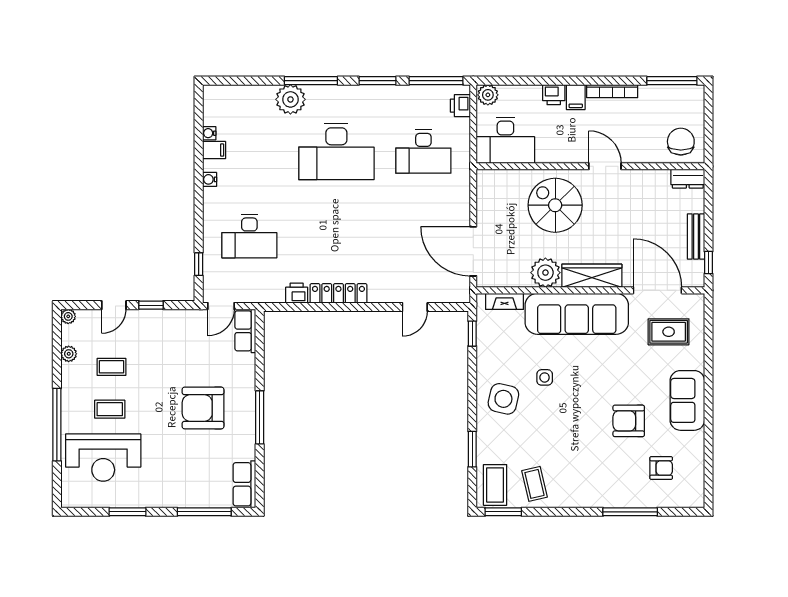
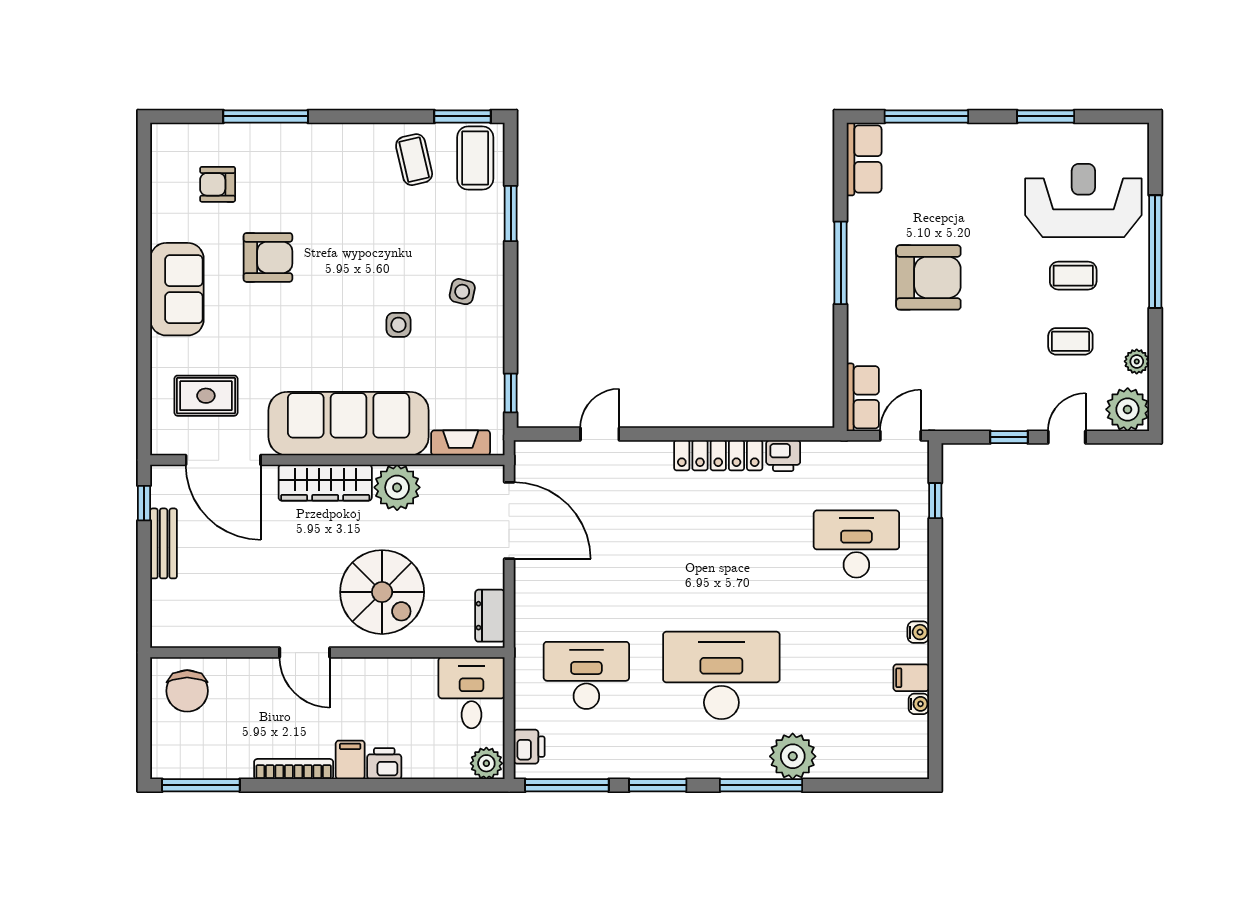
desk: (505, 140) -> (472, 693), width x0.73
dresser: (688, 179) -> (490, 616), moved, turned -90
plant: (68, 316) -> (1128, 409), width x1.88, depth x1.88
side table: (503, 399) -> (462, 292), width x0.54, depth x0.54

